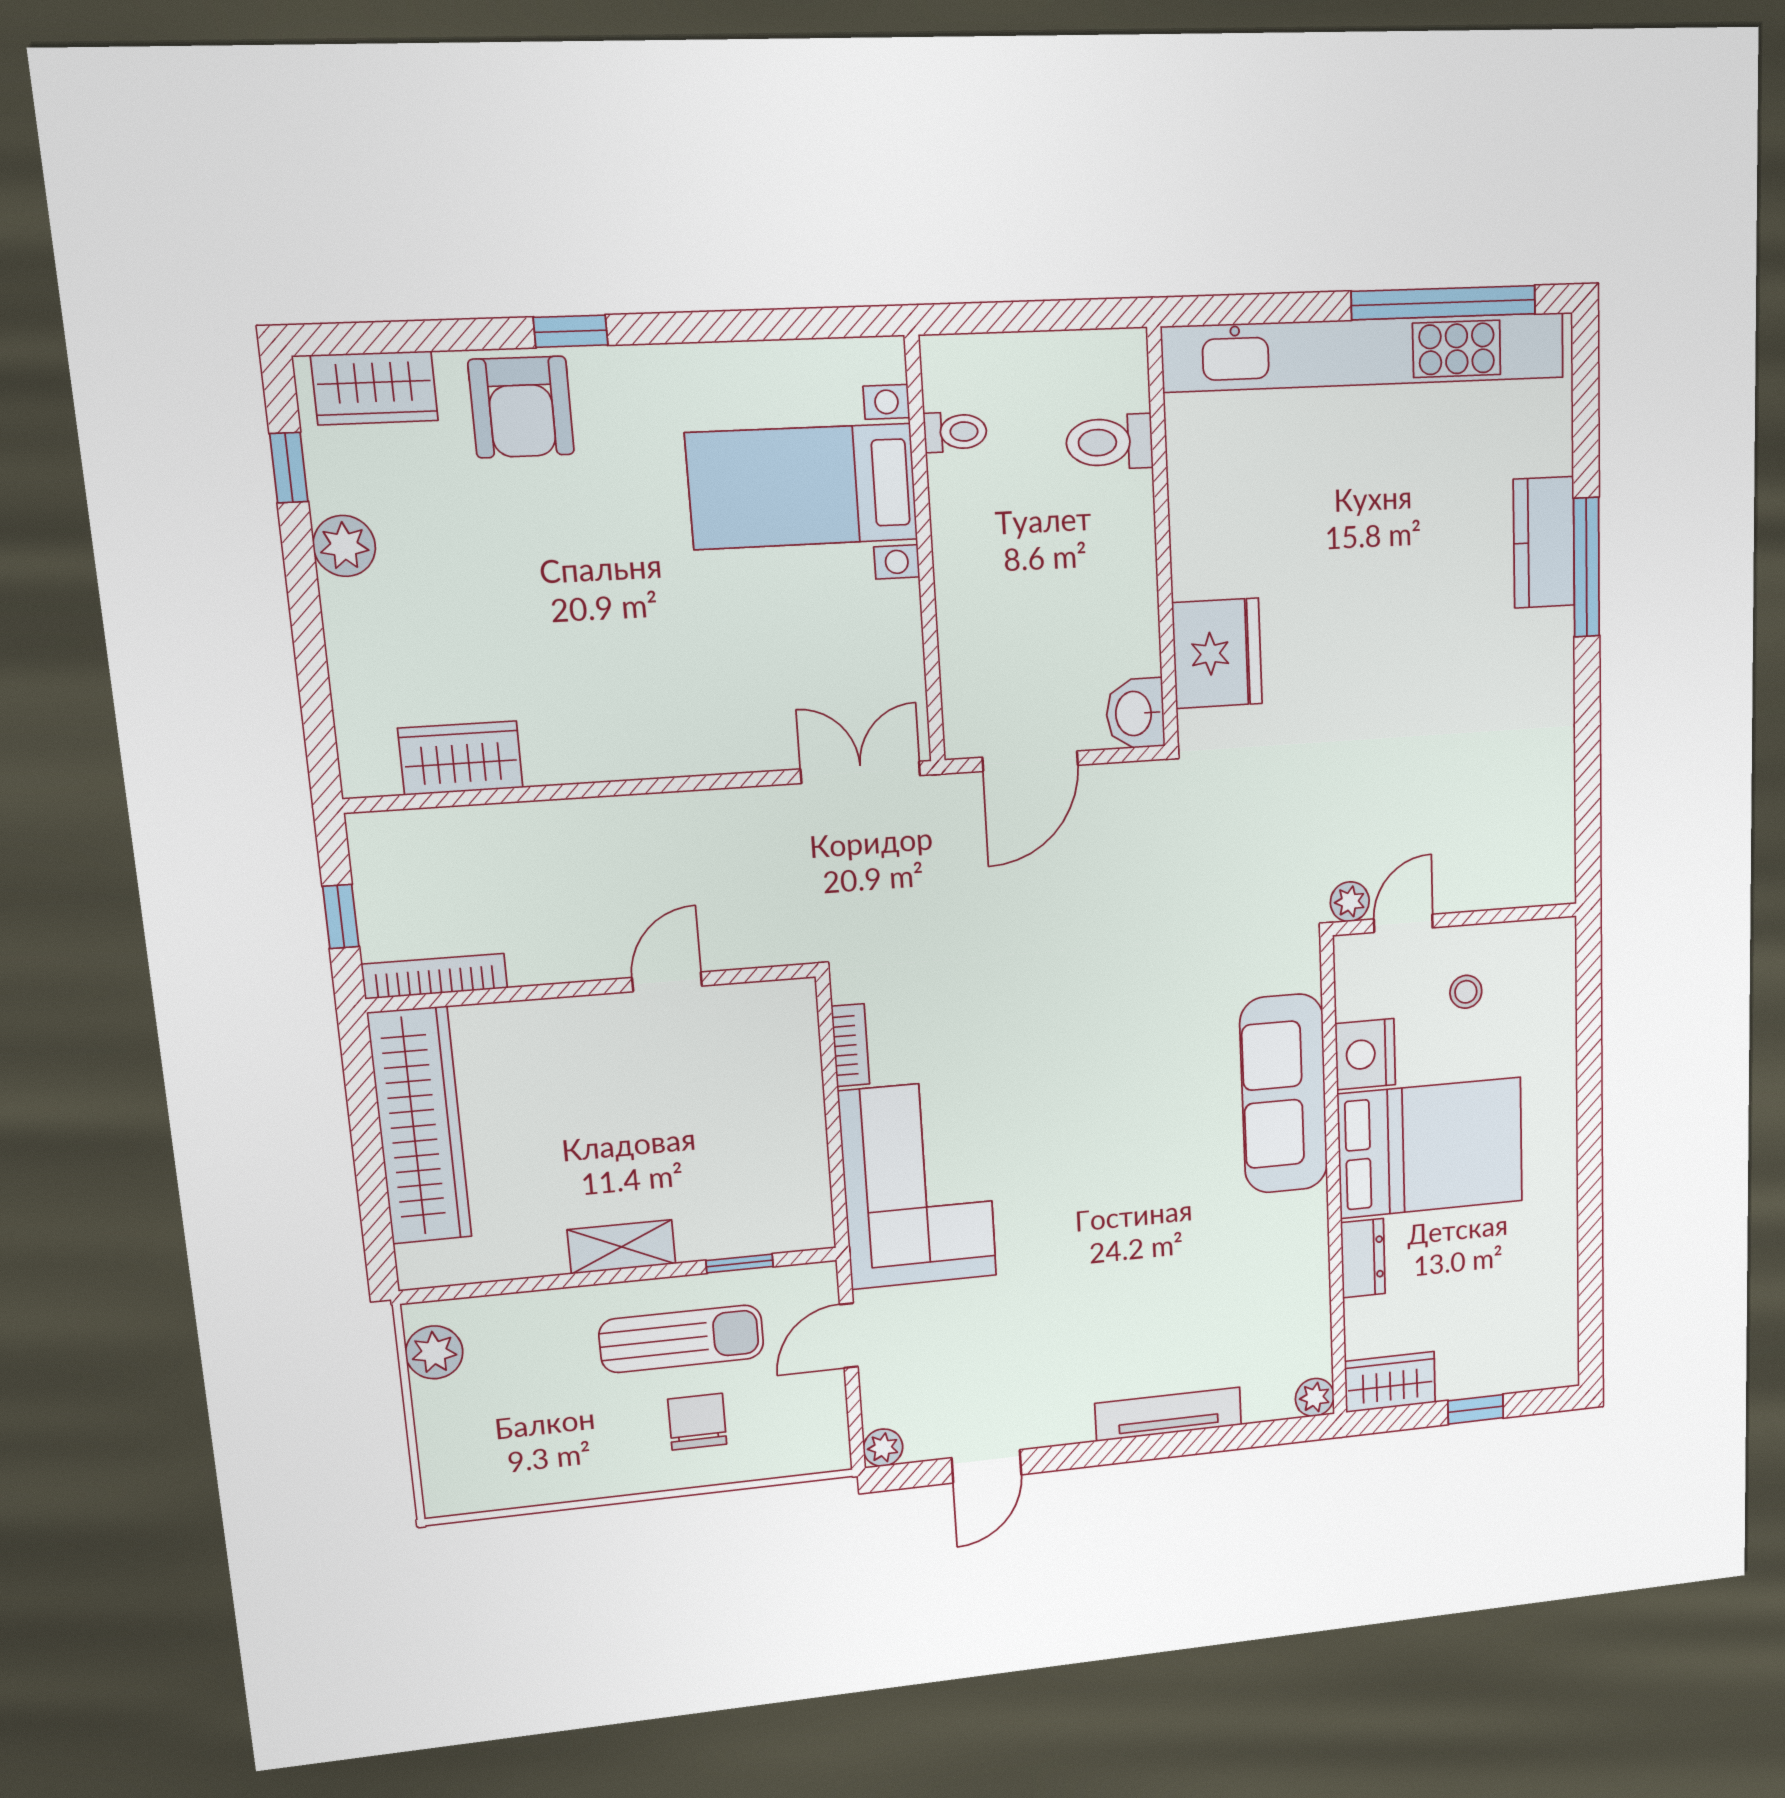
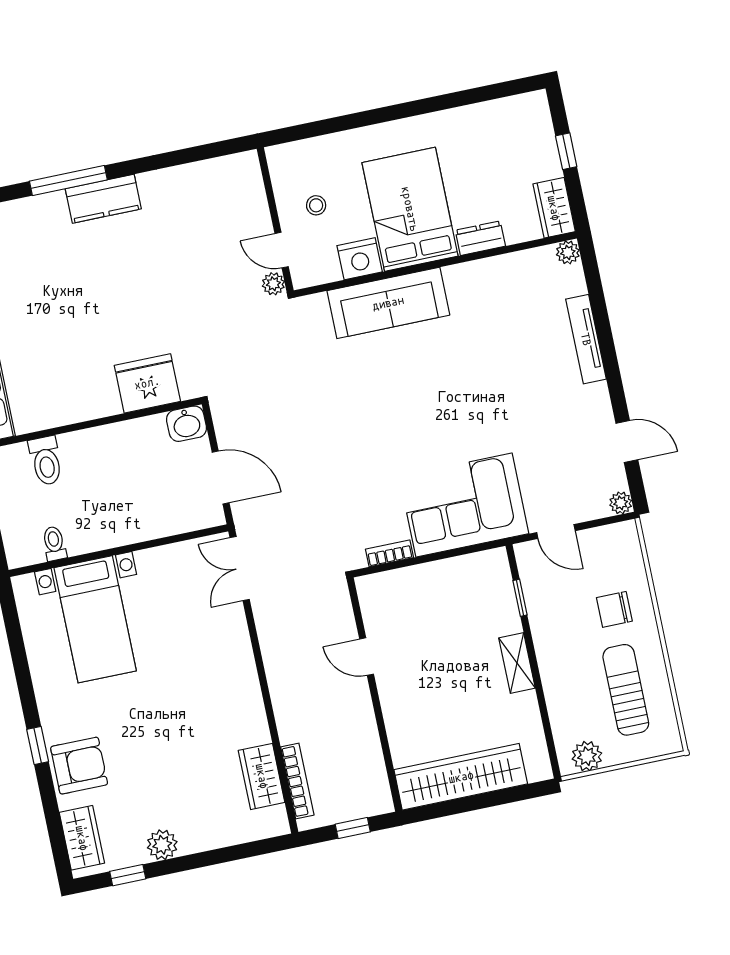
kitchen counter: (1544, 542) -> (103, 199), moved
bookcase: (435, 976) -> (297, 781), moved, turned 180
sun lounger: (682, 1339) -> (626, 690), moved

